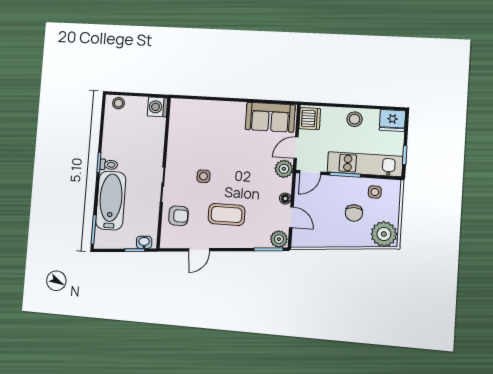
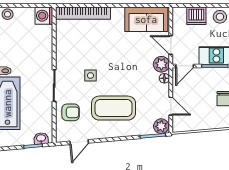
bookcase: (200, 106) -> (83, 13), added
dishwasher: (310, 119) -> (196, 16), moved, turned 90
door: (296, 148) -> (171, 45), hinge flipped
floor lamp: (285, 199) -> (164, 78), moved
coffee table: (226, 214) -> (114, 108), width x1.36, depth x1.32
door: (199, 250) -> (79, 142), moved

